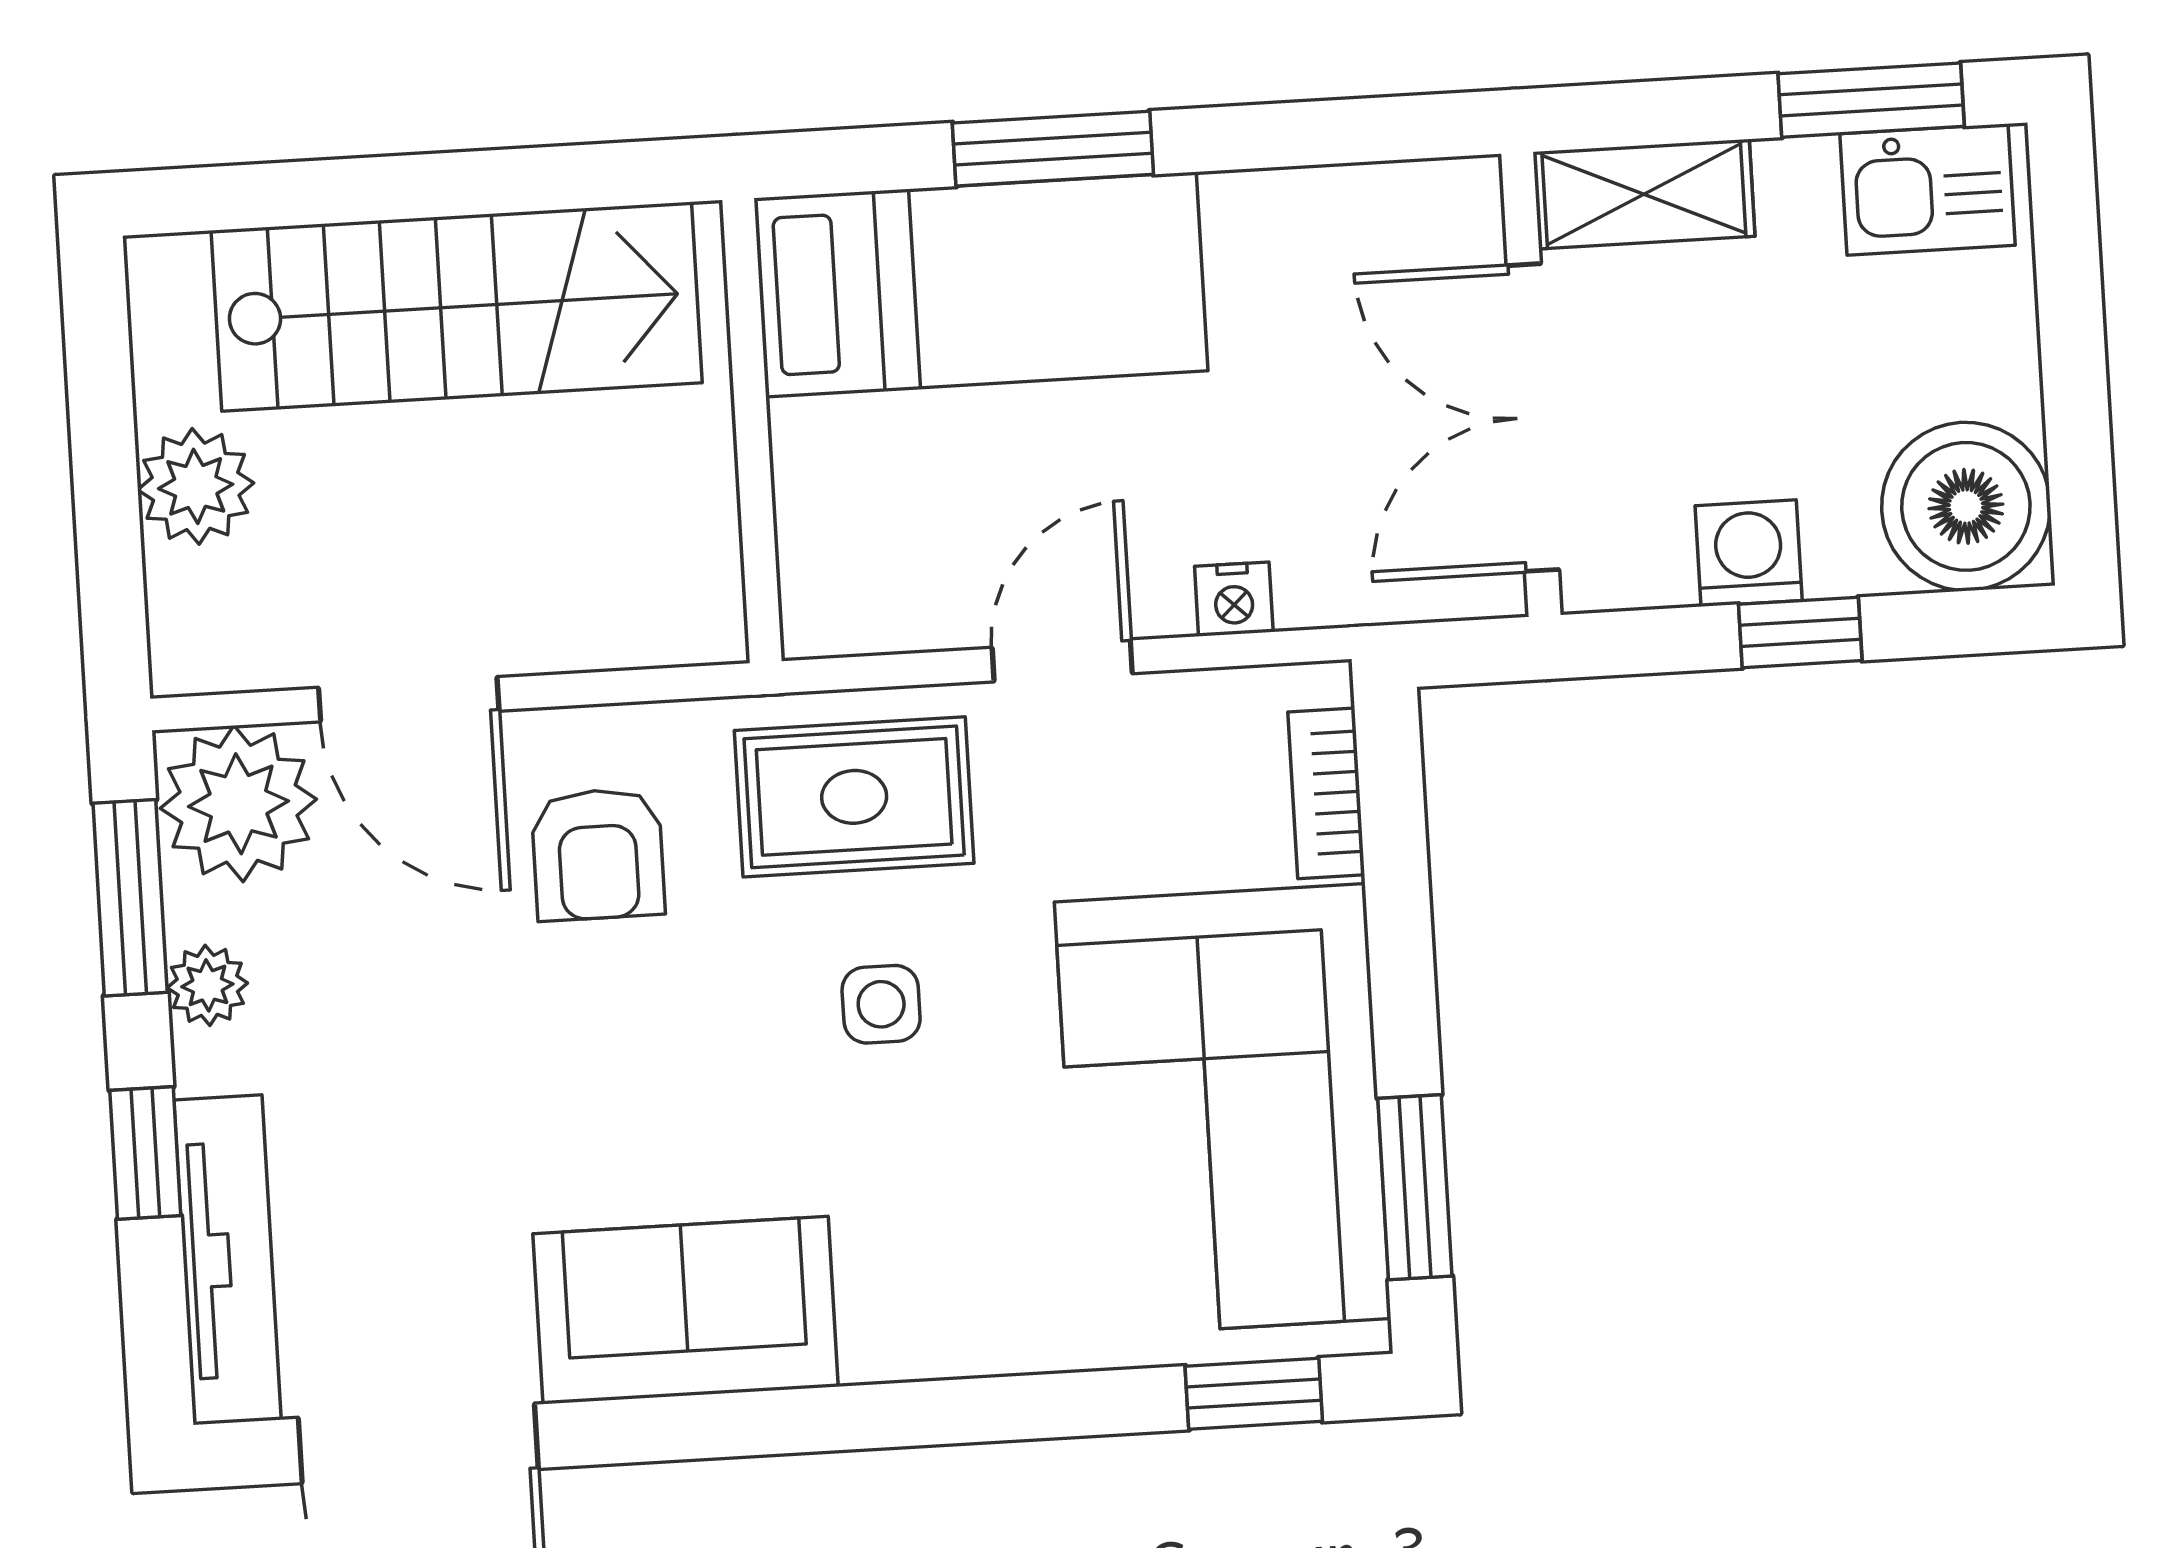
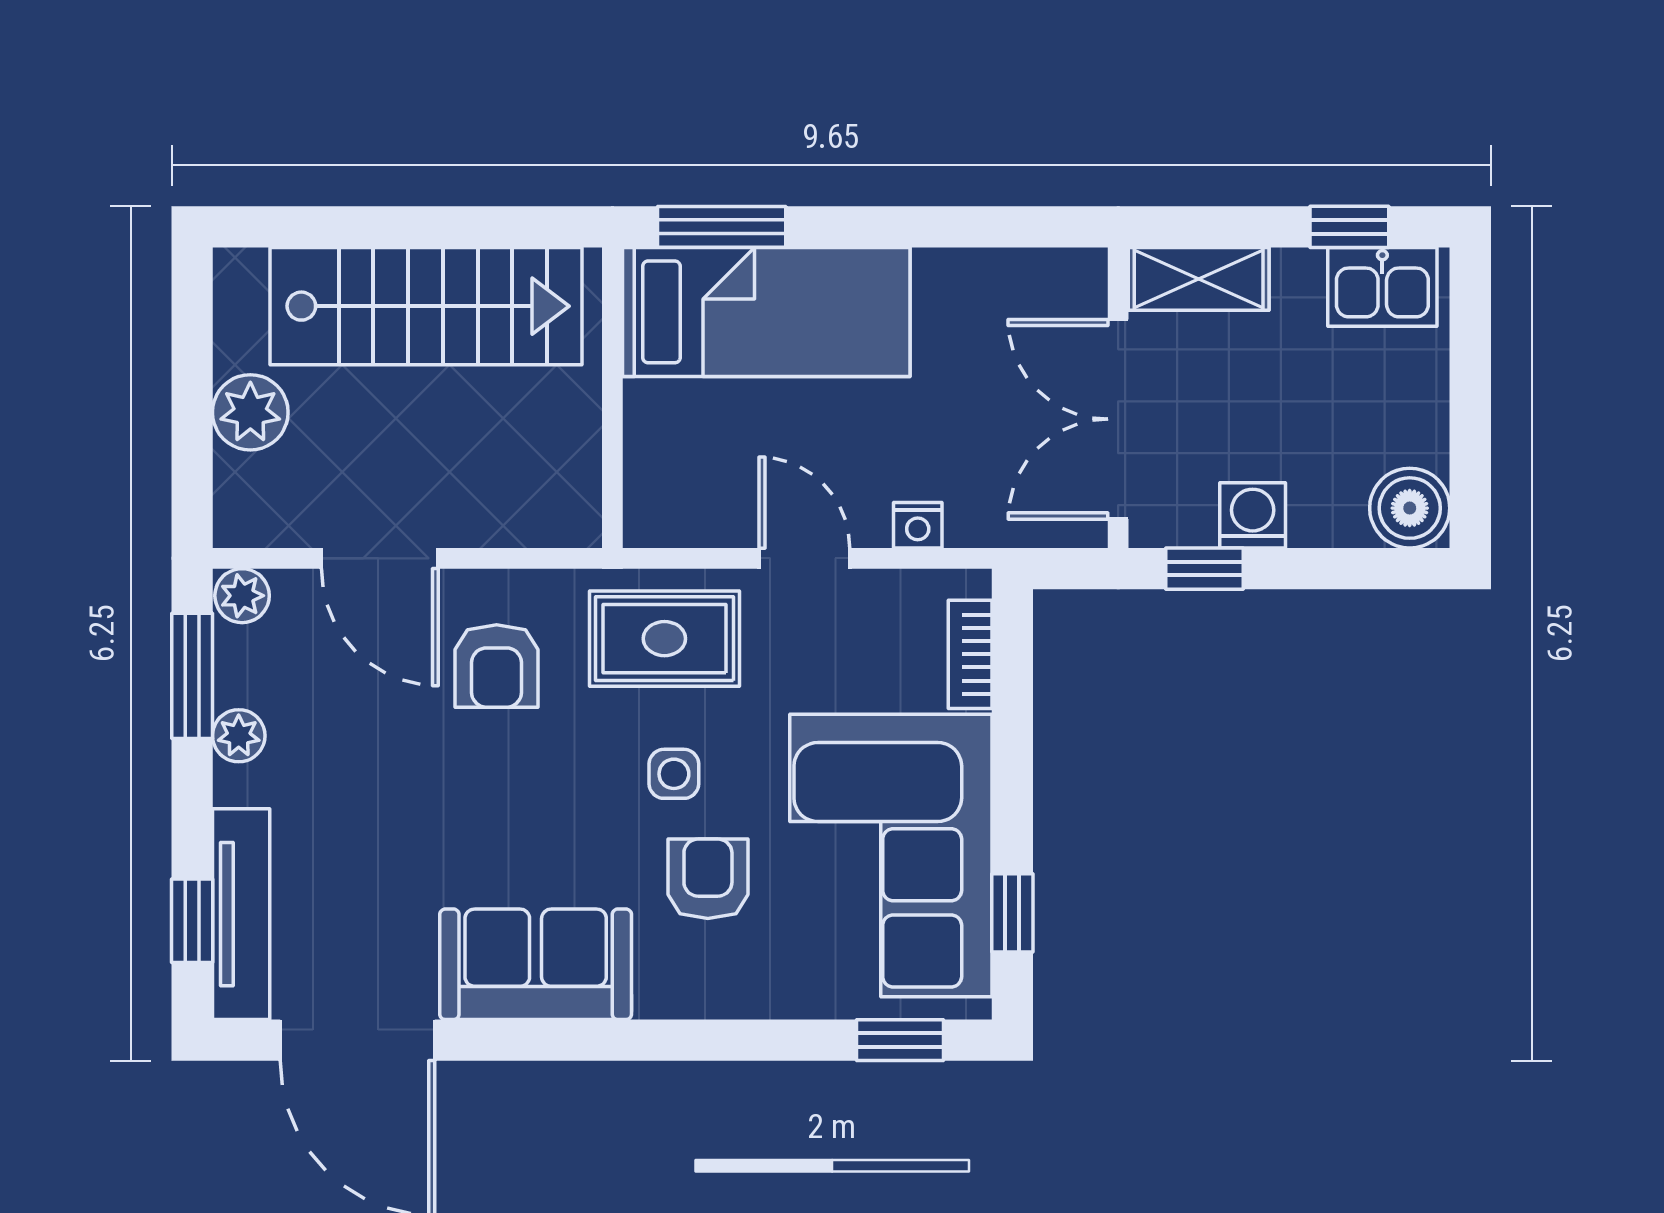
window: (1871, 100) -> (1349, 227), width x0.67
window: (1053, 149) -> (722, 227), moved
boiler: (1966, 506) -> (1410, 508), width x0.73, depth x0.73
window: (1800, 632) -> (1204, 569), moved
door: (1062, 660) -> (804, 558), hinge flipped
plant: (238, 804) -> (242, 596), width x0.53, depth x0.53
window: (145, 1153) -> (192, 921), moved
armchair: (943, 1163) -> (708, 879), added
window: (1415, 1187) -> (1012, 913), width x0.67

